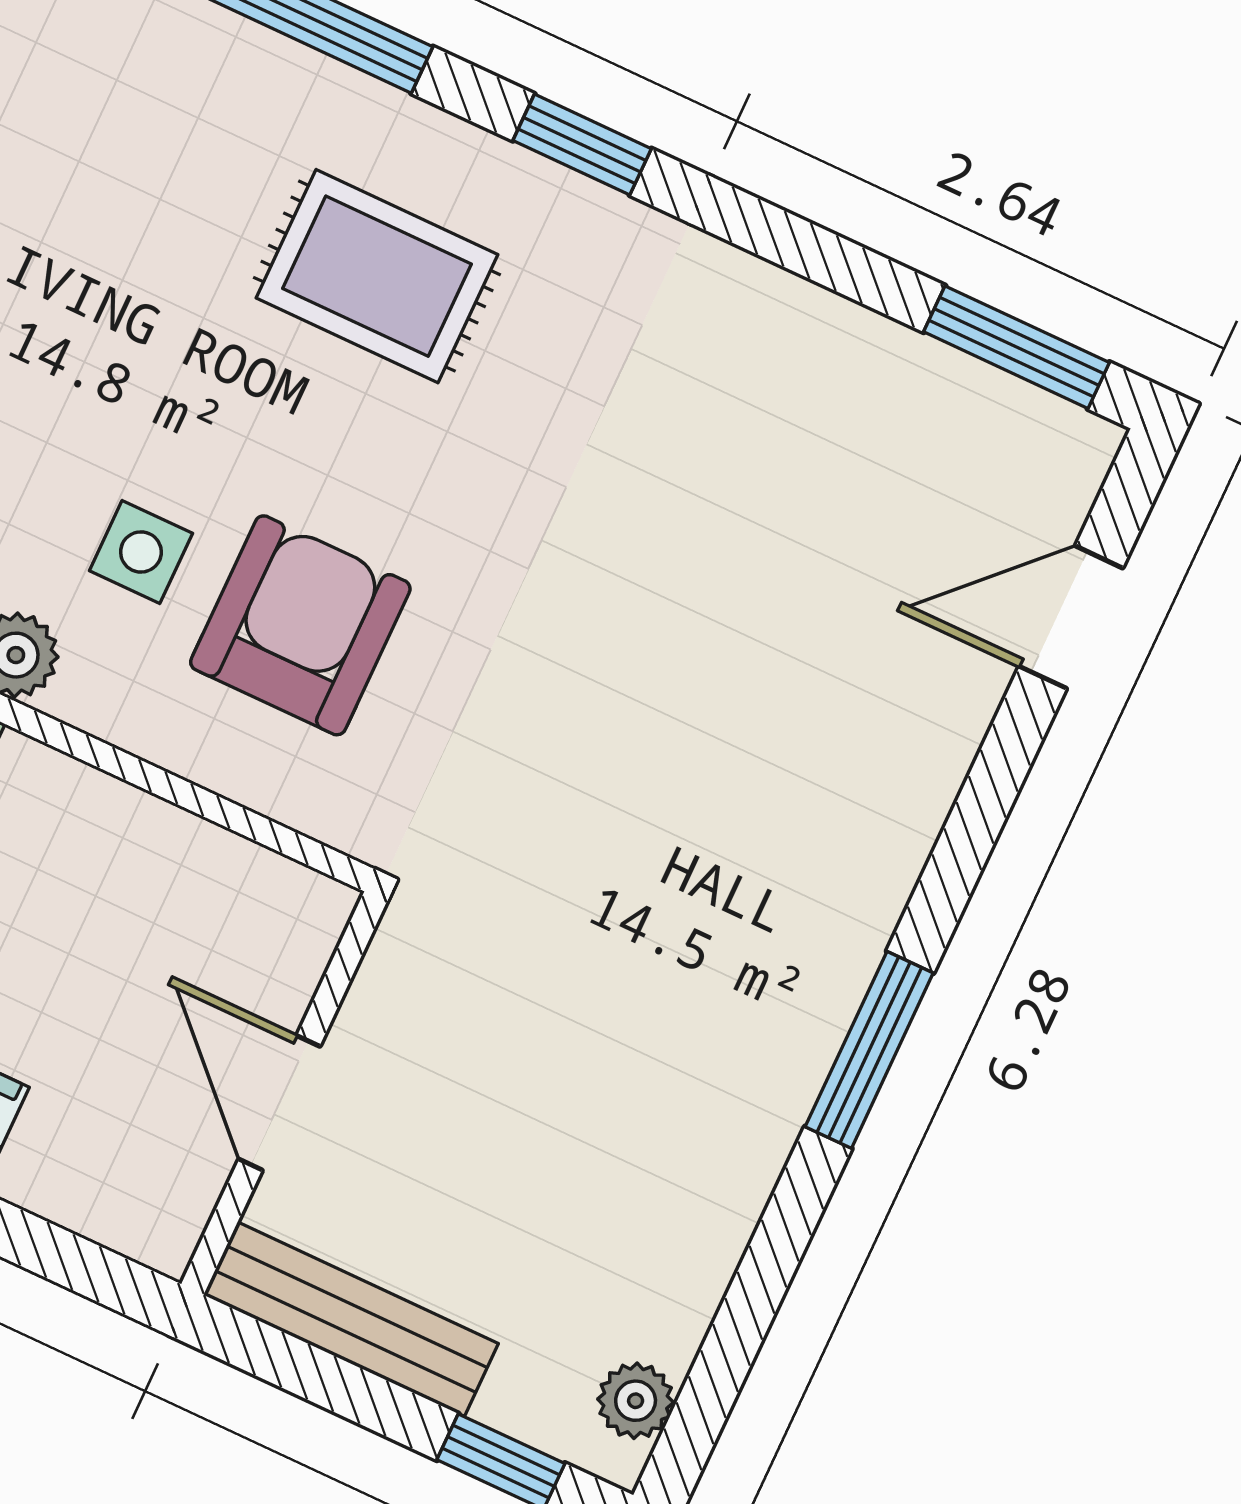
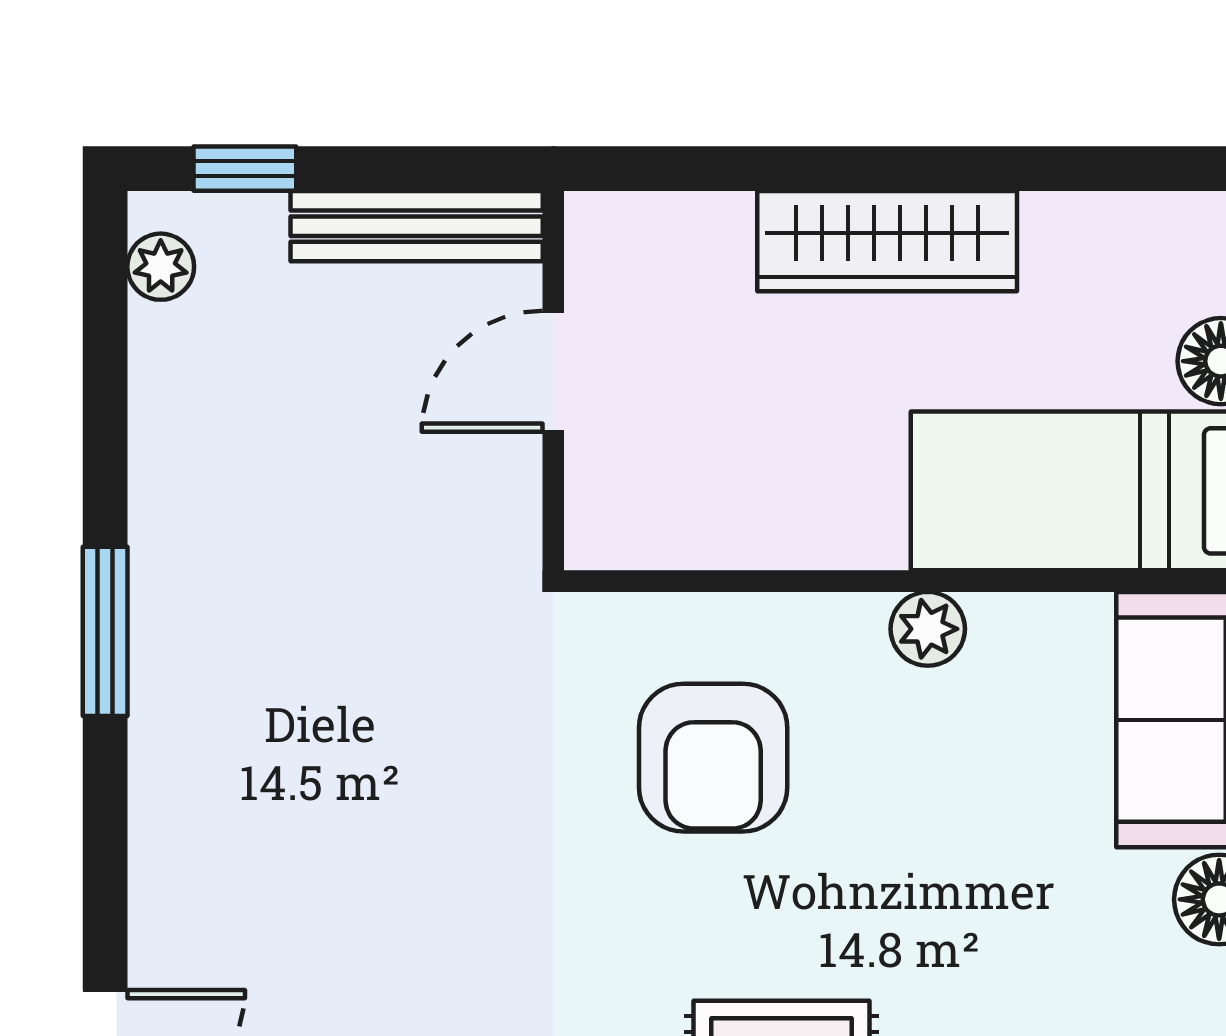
side table: (141, 552) -> (867, 757), removed
door: (279, 1103) -> (553, 371), swing flipped

